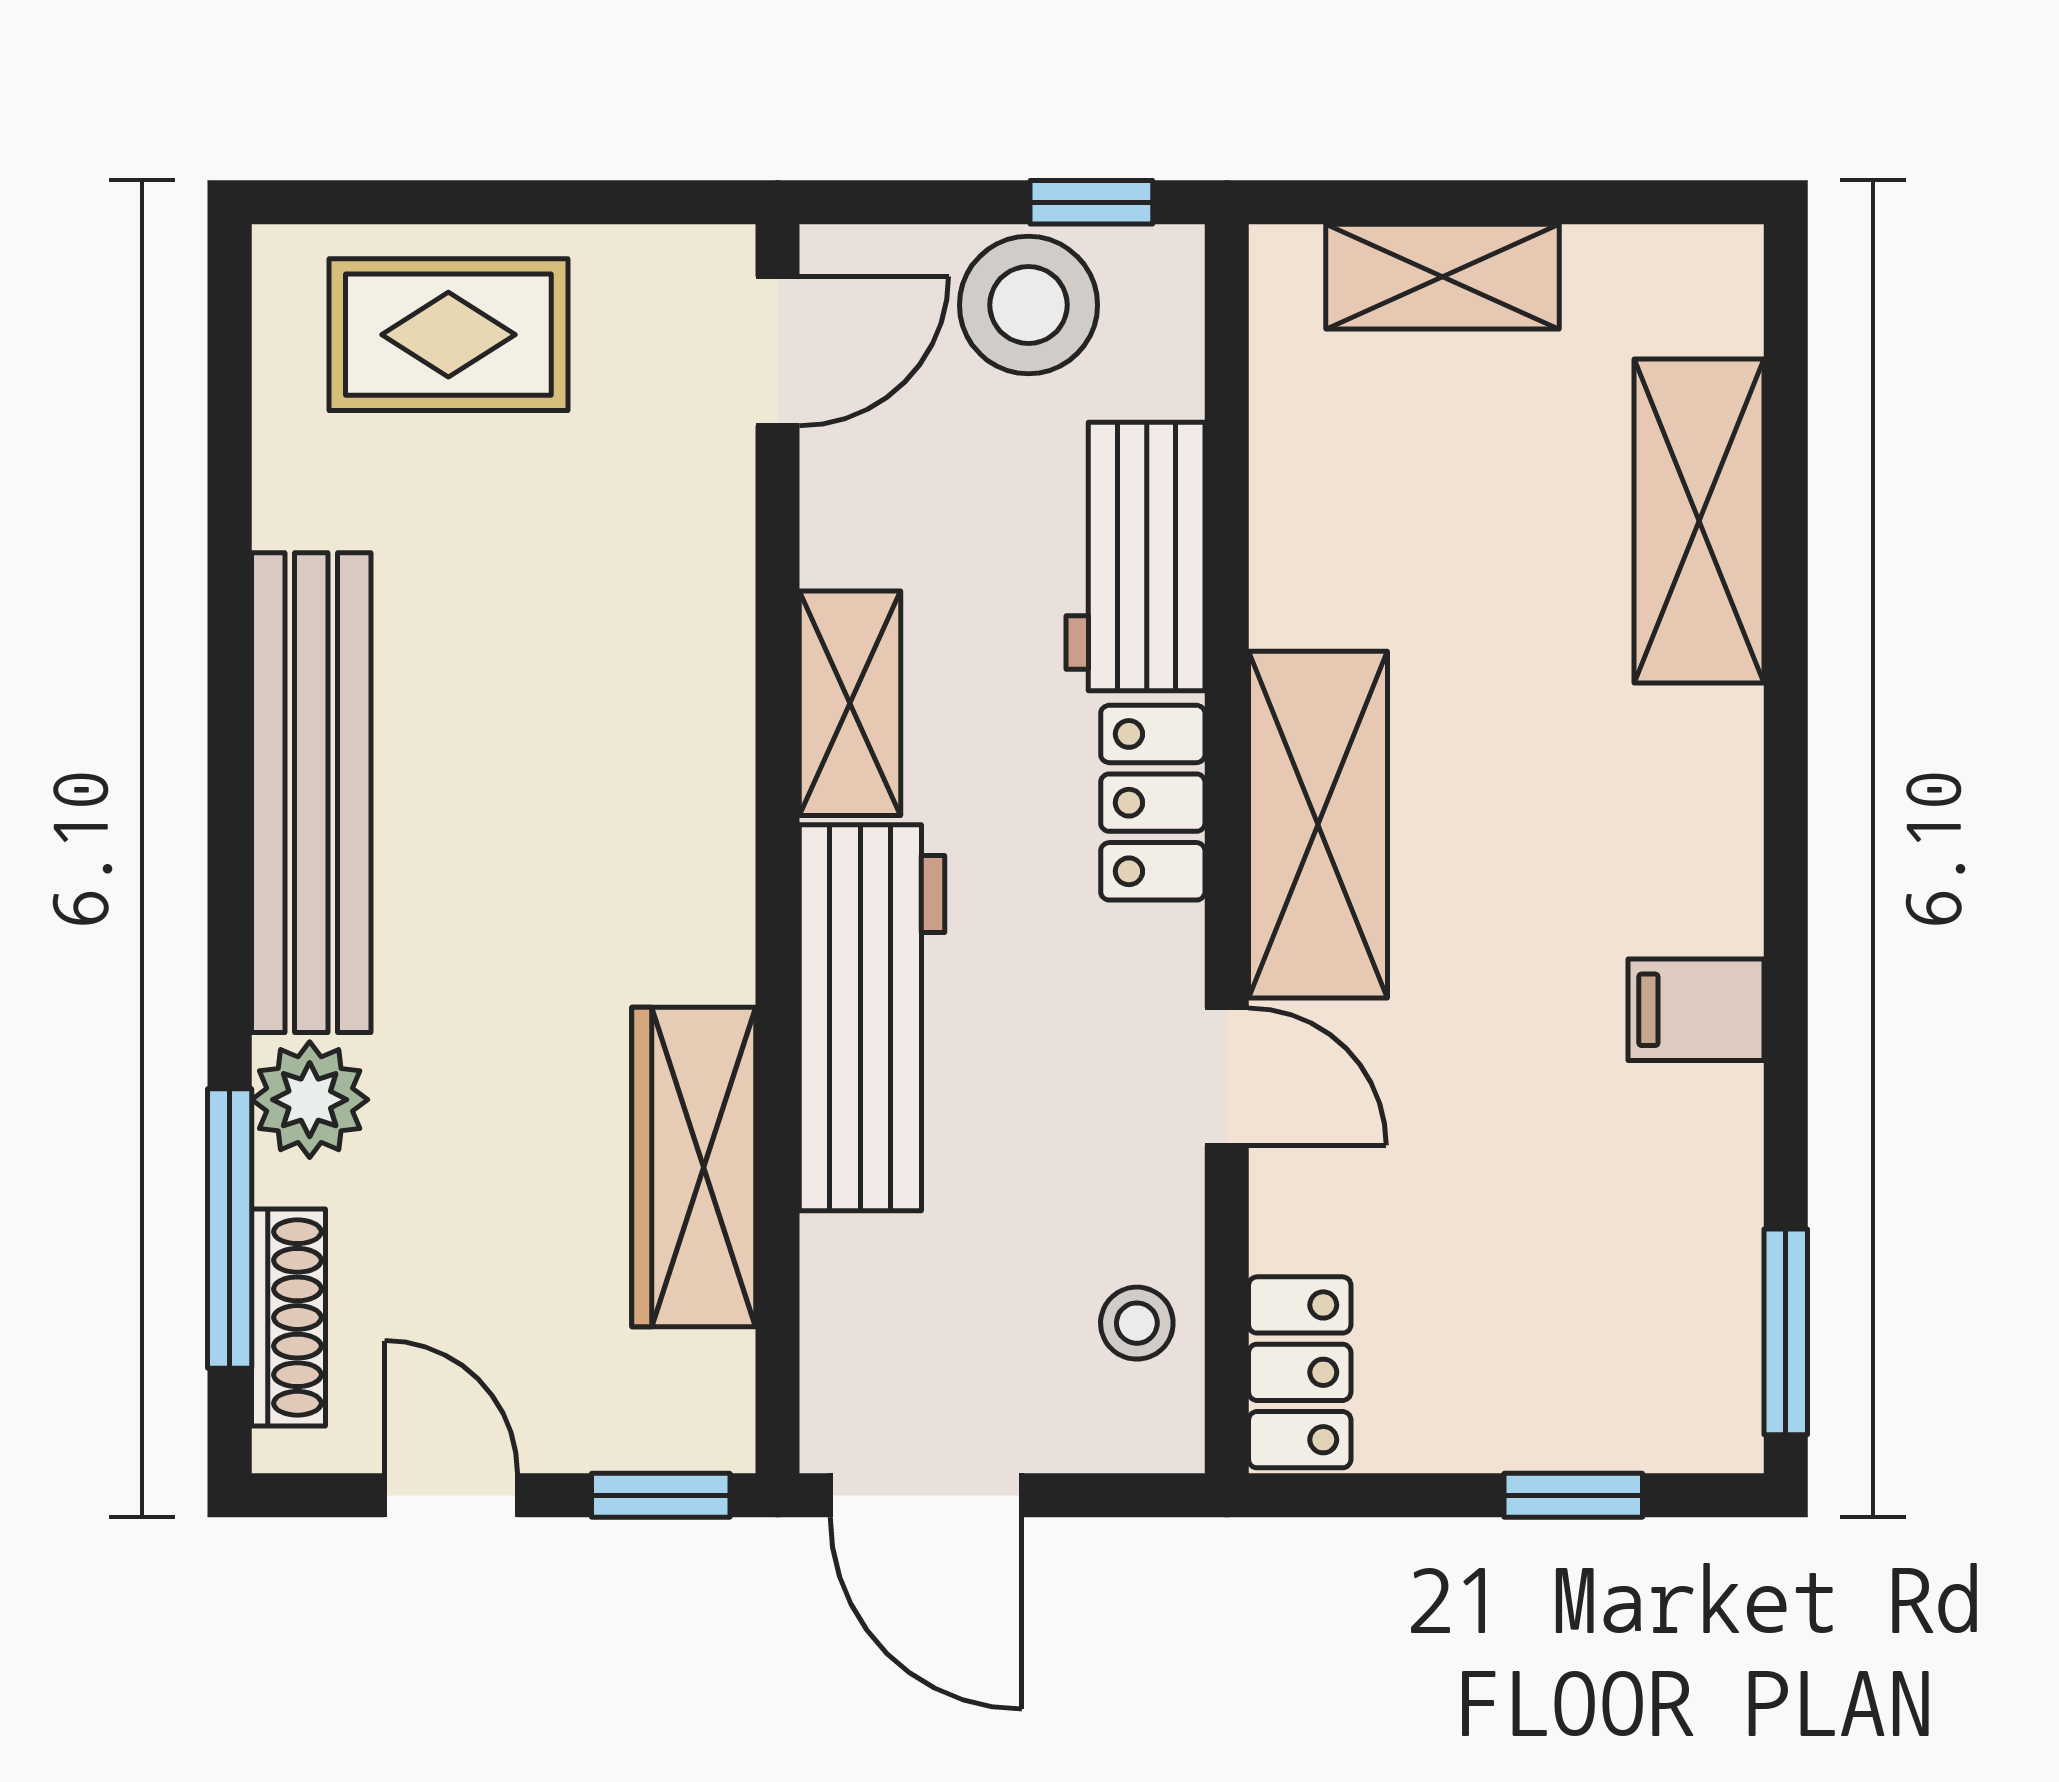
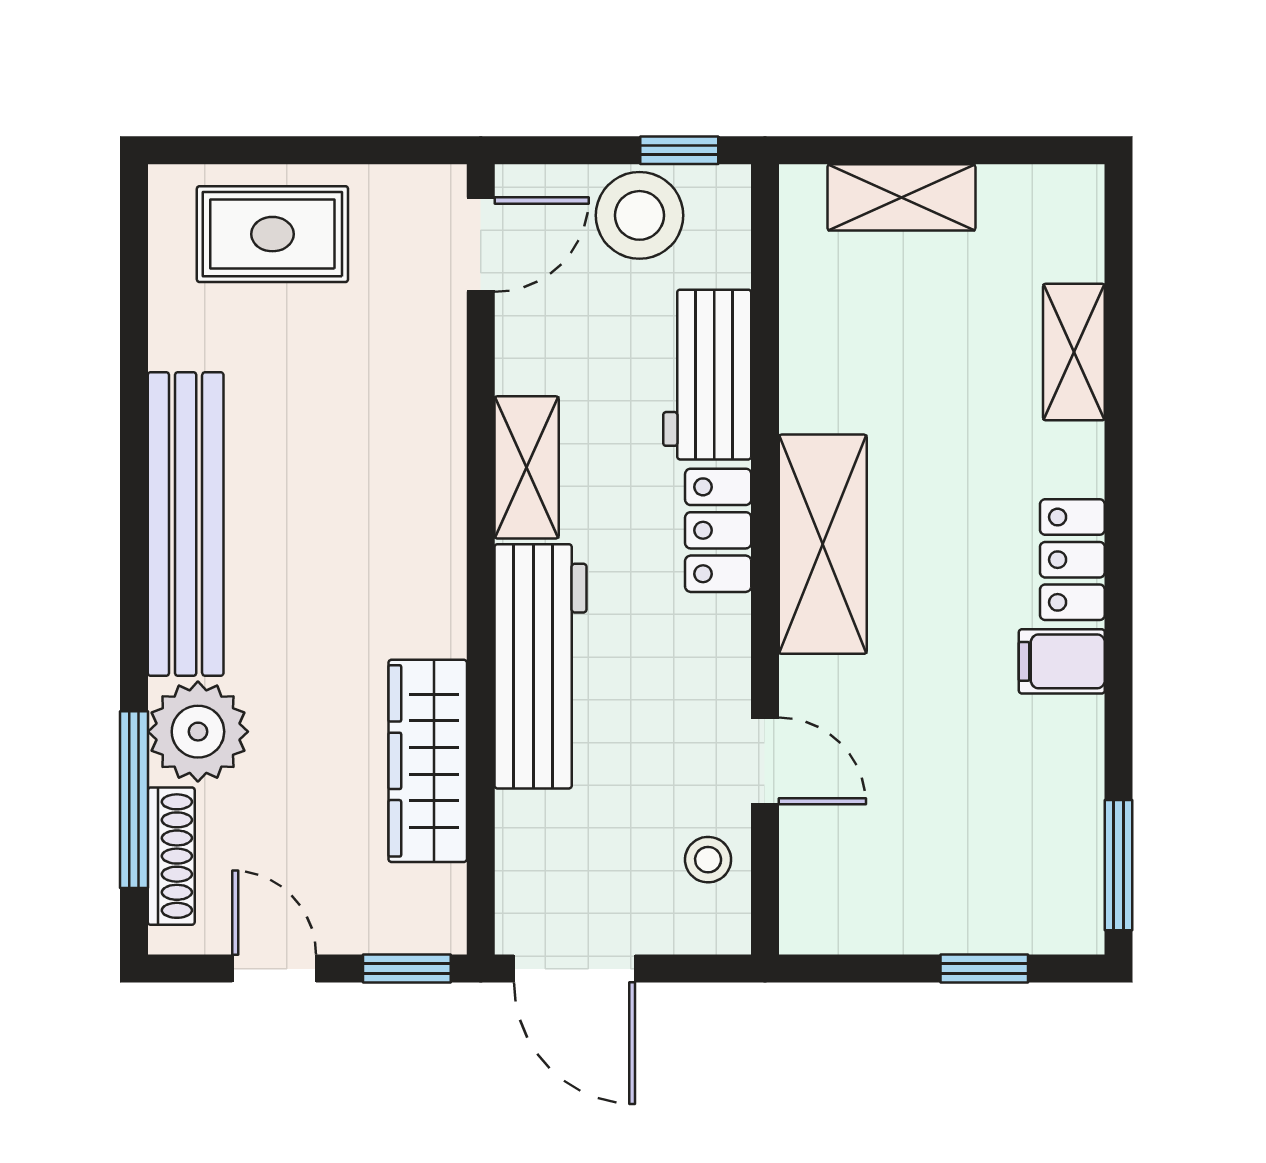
shelving: (1699, 521) -> (1074, 352), width x0.67, depth x0.75
door: (1227, 1077) -> (765, 761), moved
plant: (310, 1100) -> (198, 732), width x1.36, depth x1.36
locker: (1300, 1372) -> (1072, 560), moved, turned 180

